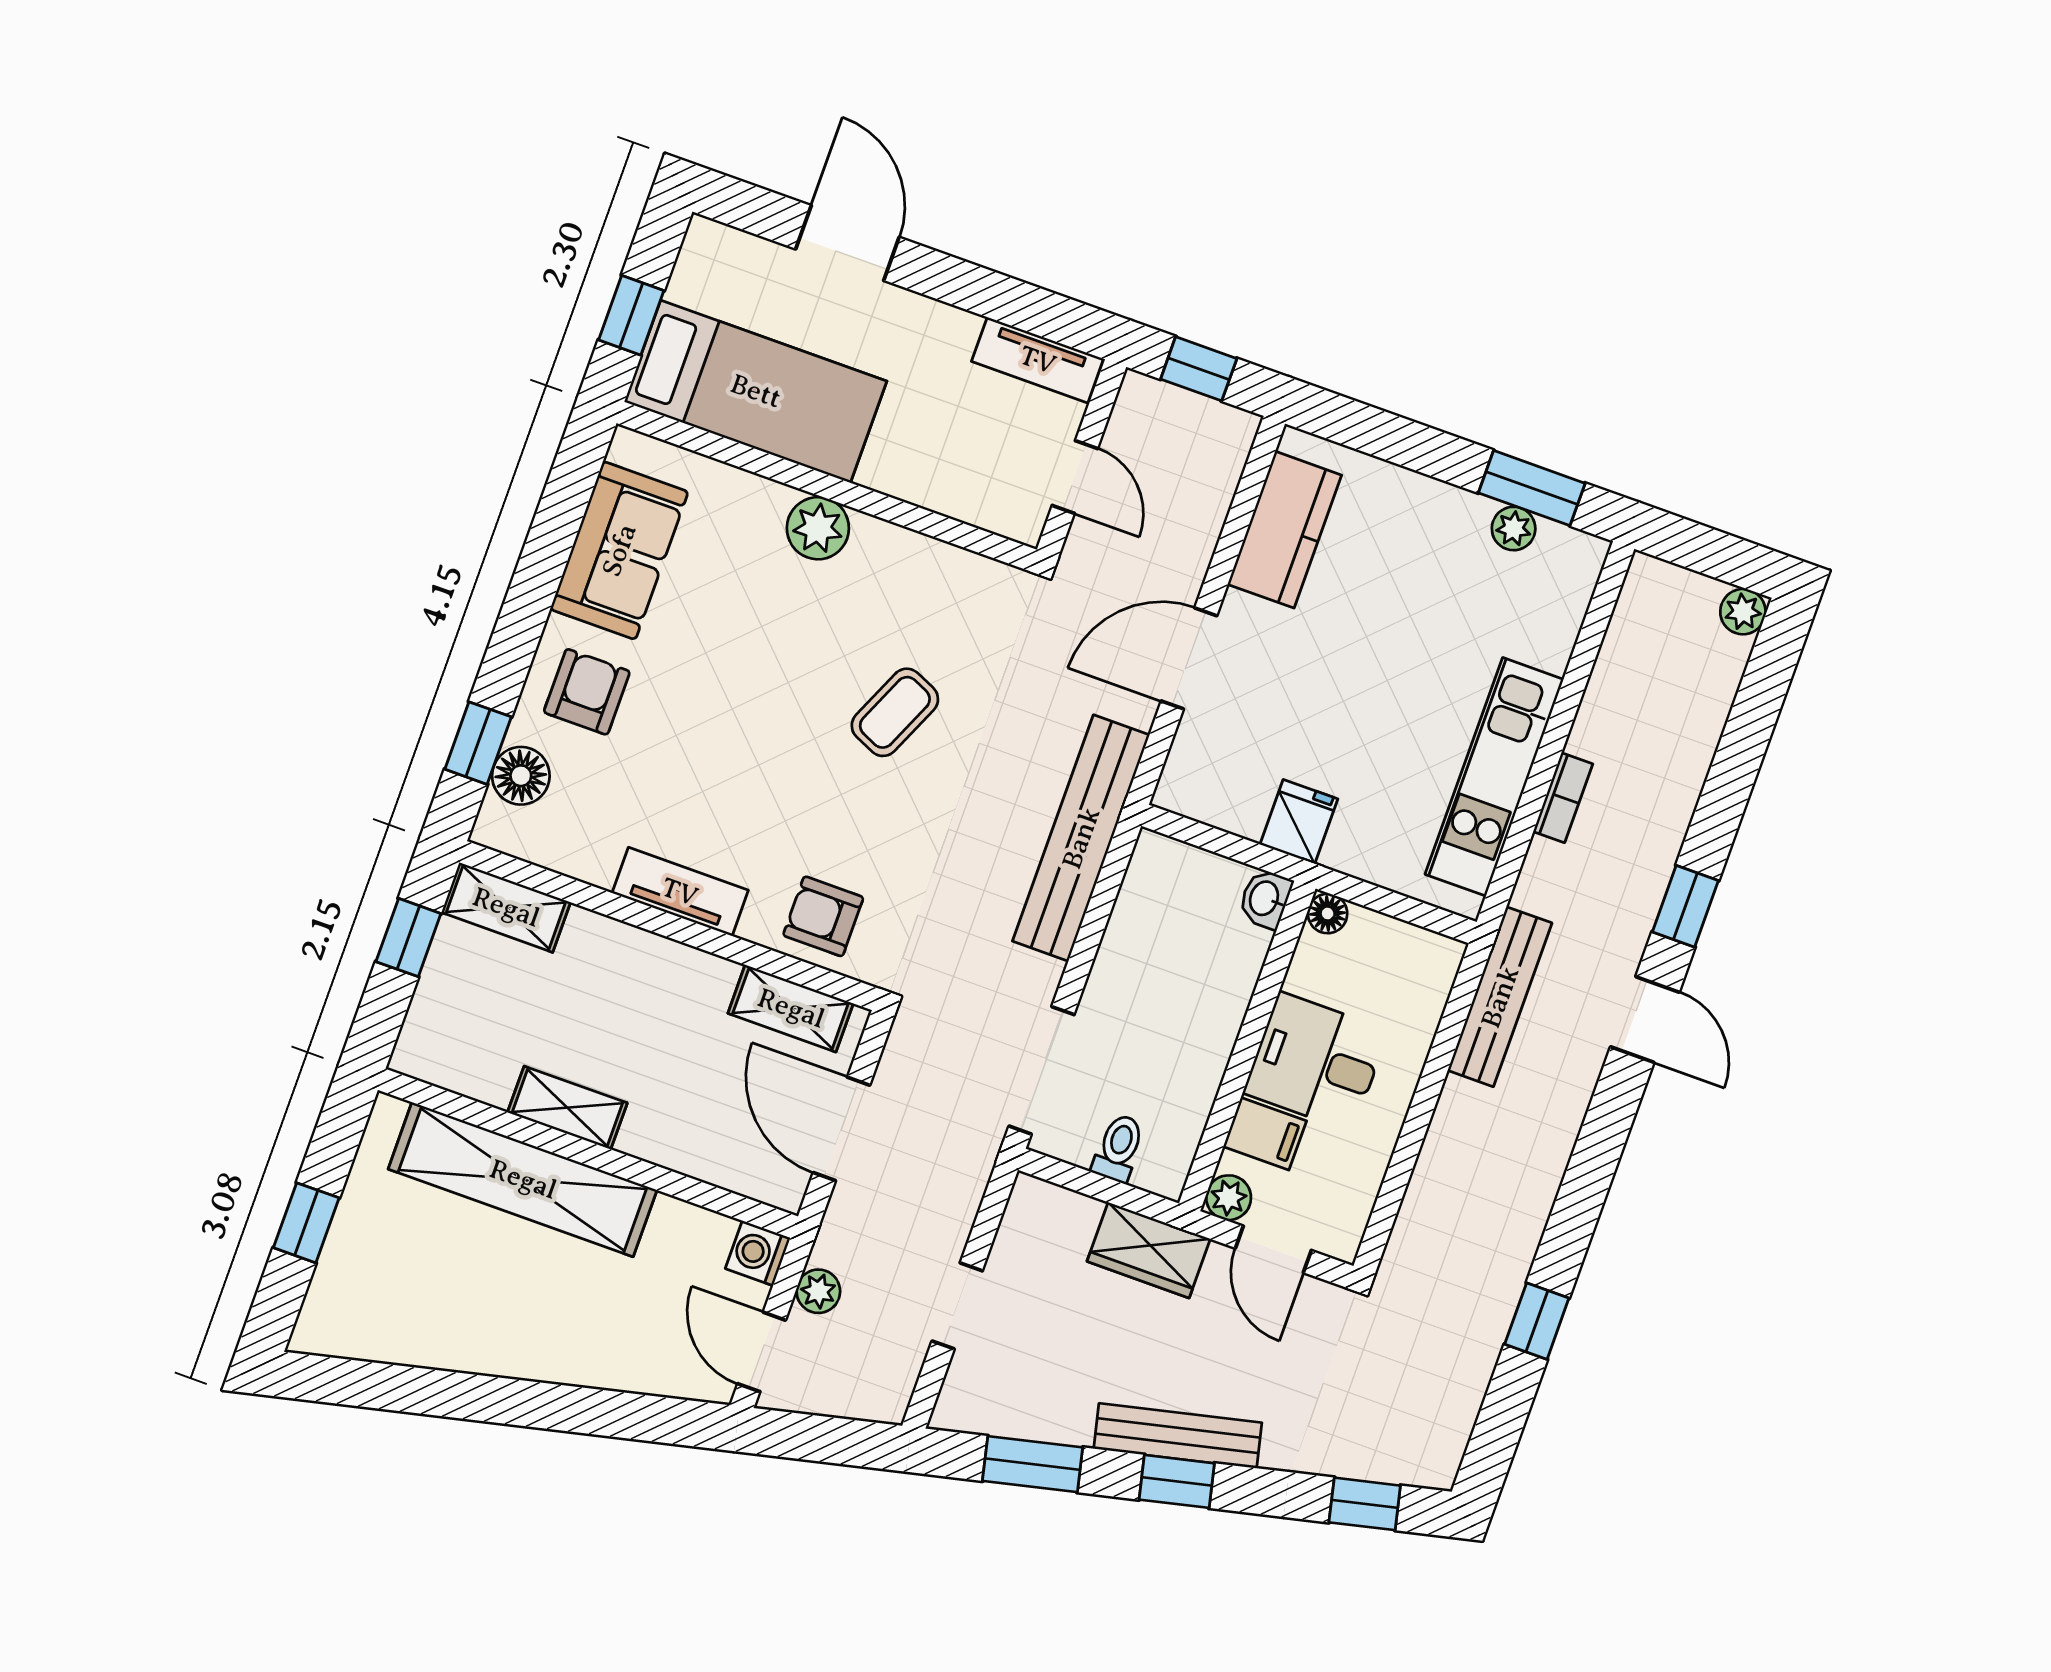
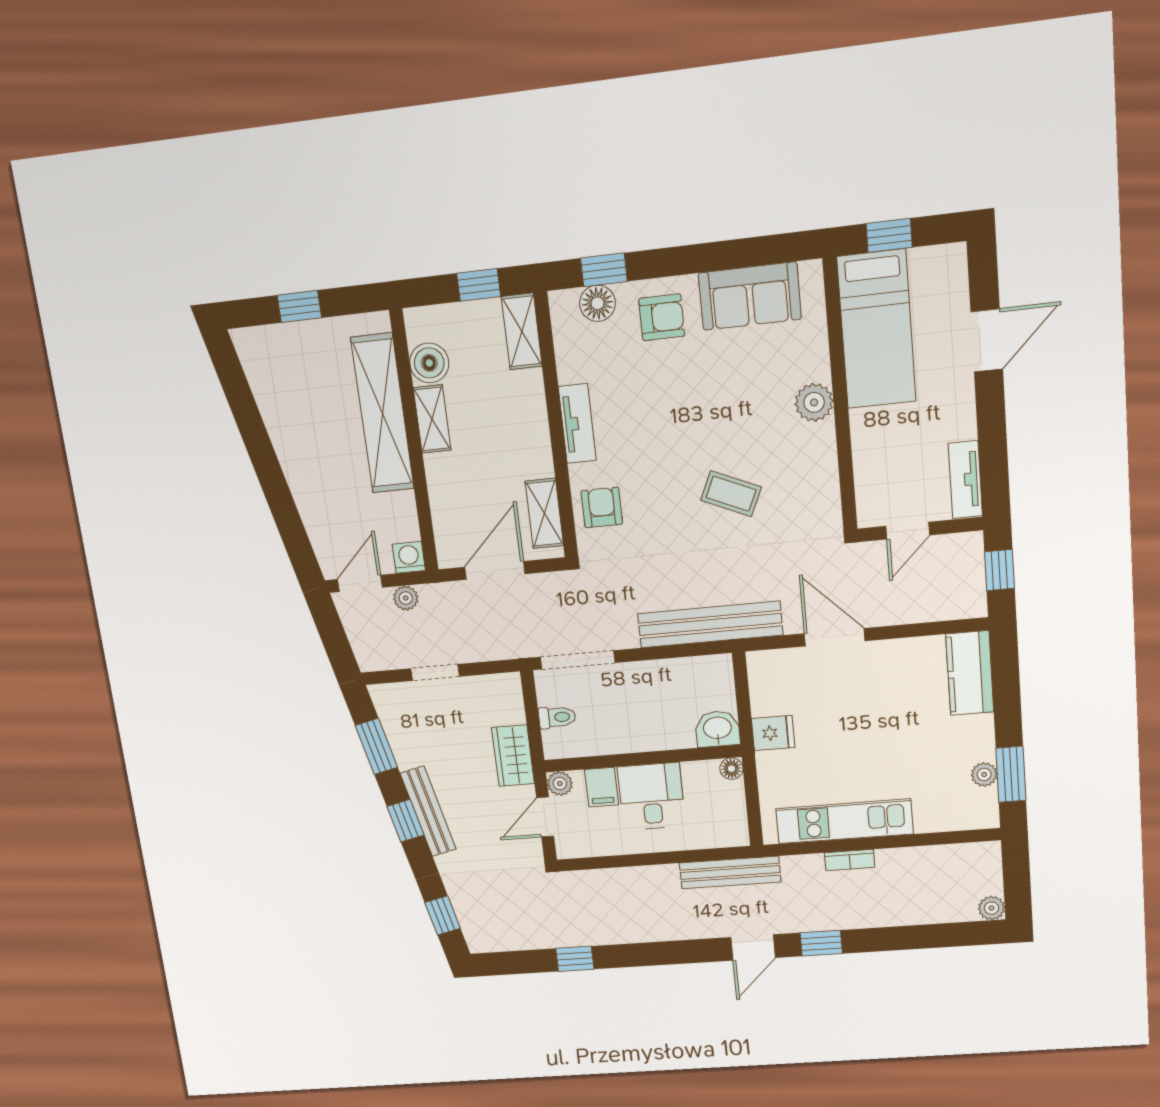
kitchen counter: (1285, 530) -> (970, 673), moved, turned 90
washbasin: (1265, 899) -> (717, 729), width x1.38, depth x1.45
boiler: (484, 1069) -> (429, 363), added

